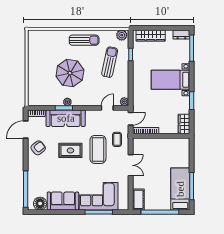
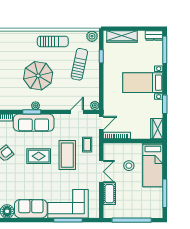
stool: (157, 160) -> (129, 166), added
bed: (180, 189) -> (153, 165), moved, turned 180
cot: (138, 199) -> (109, 194), moved

